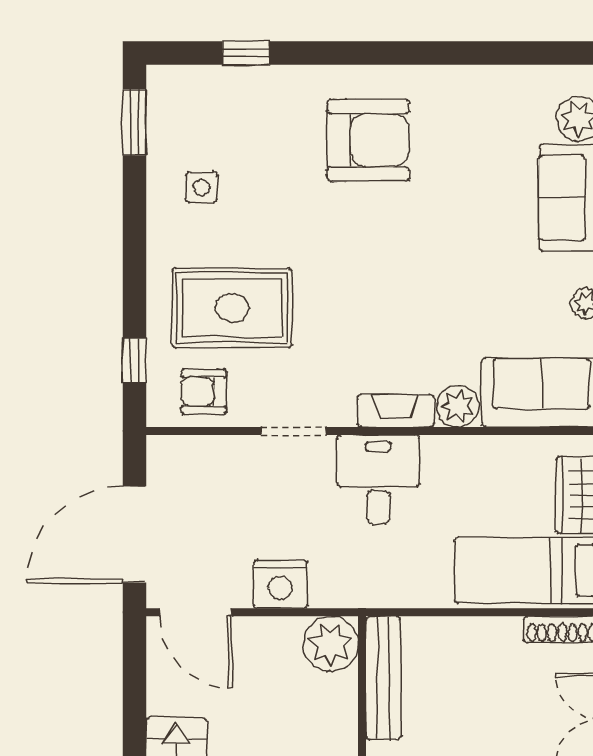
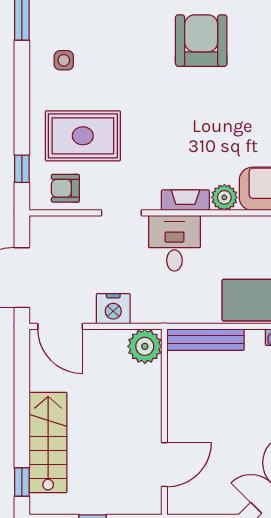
armchair: (368, 140) -> (201, 41), moved, turned -90
bench: (383, 678) -> (205, 340), moved, turned 90

